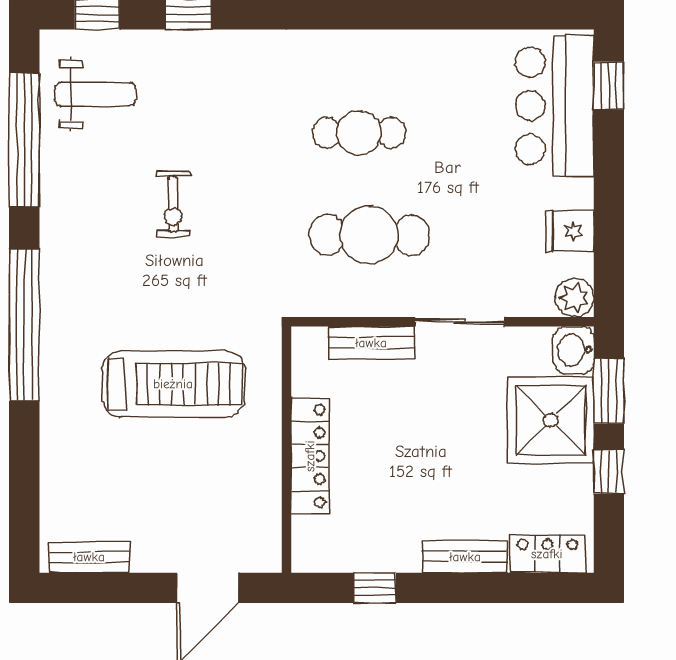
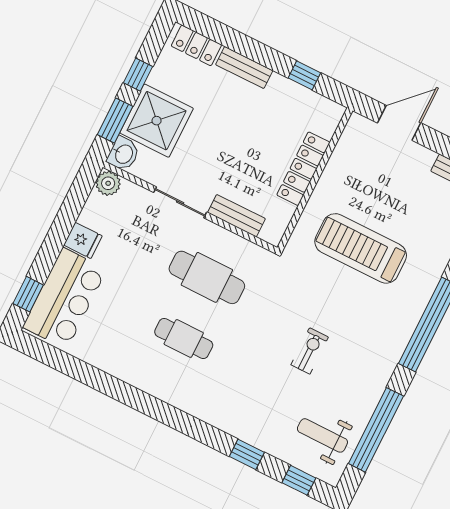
fridge: (570, 231) -> (83, 240), moved

